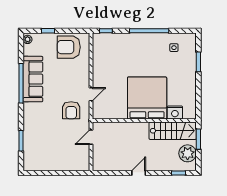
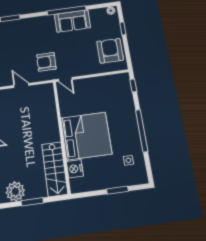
sofa: (33, 79) -> (72, 21), width x0.73
bed: (147, 98) -> (86, 136), moved
nightstand: (175, 113) -> (75, 169), moved
wall: (144, 121) -> (62, 136), moved
stairs: (173, 131) -> (55, 169), moved

